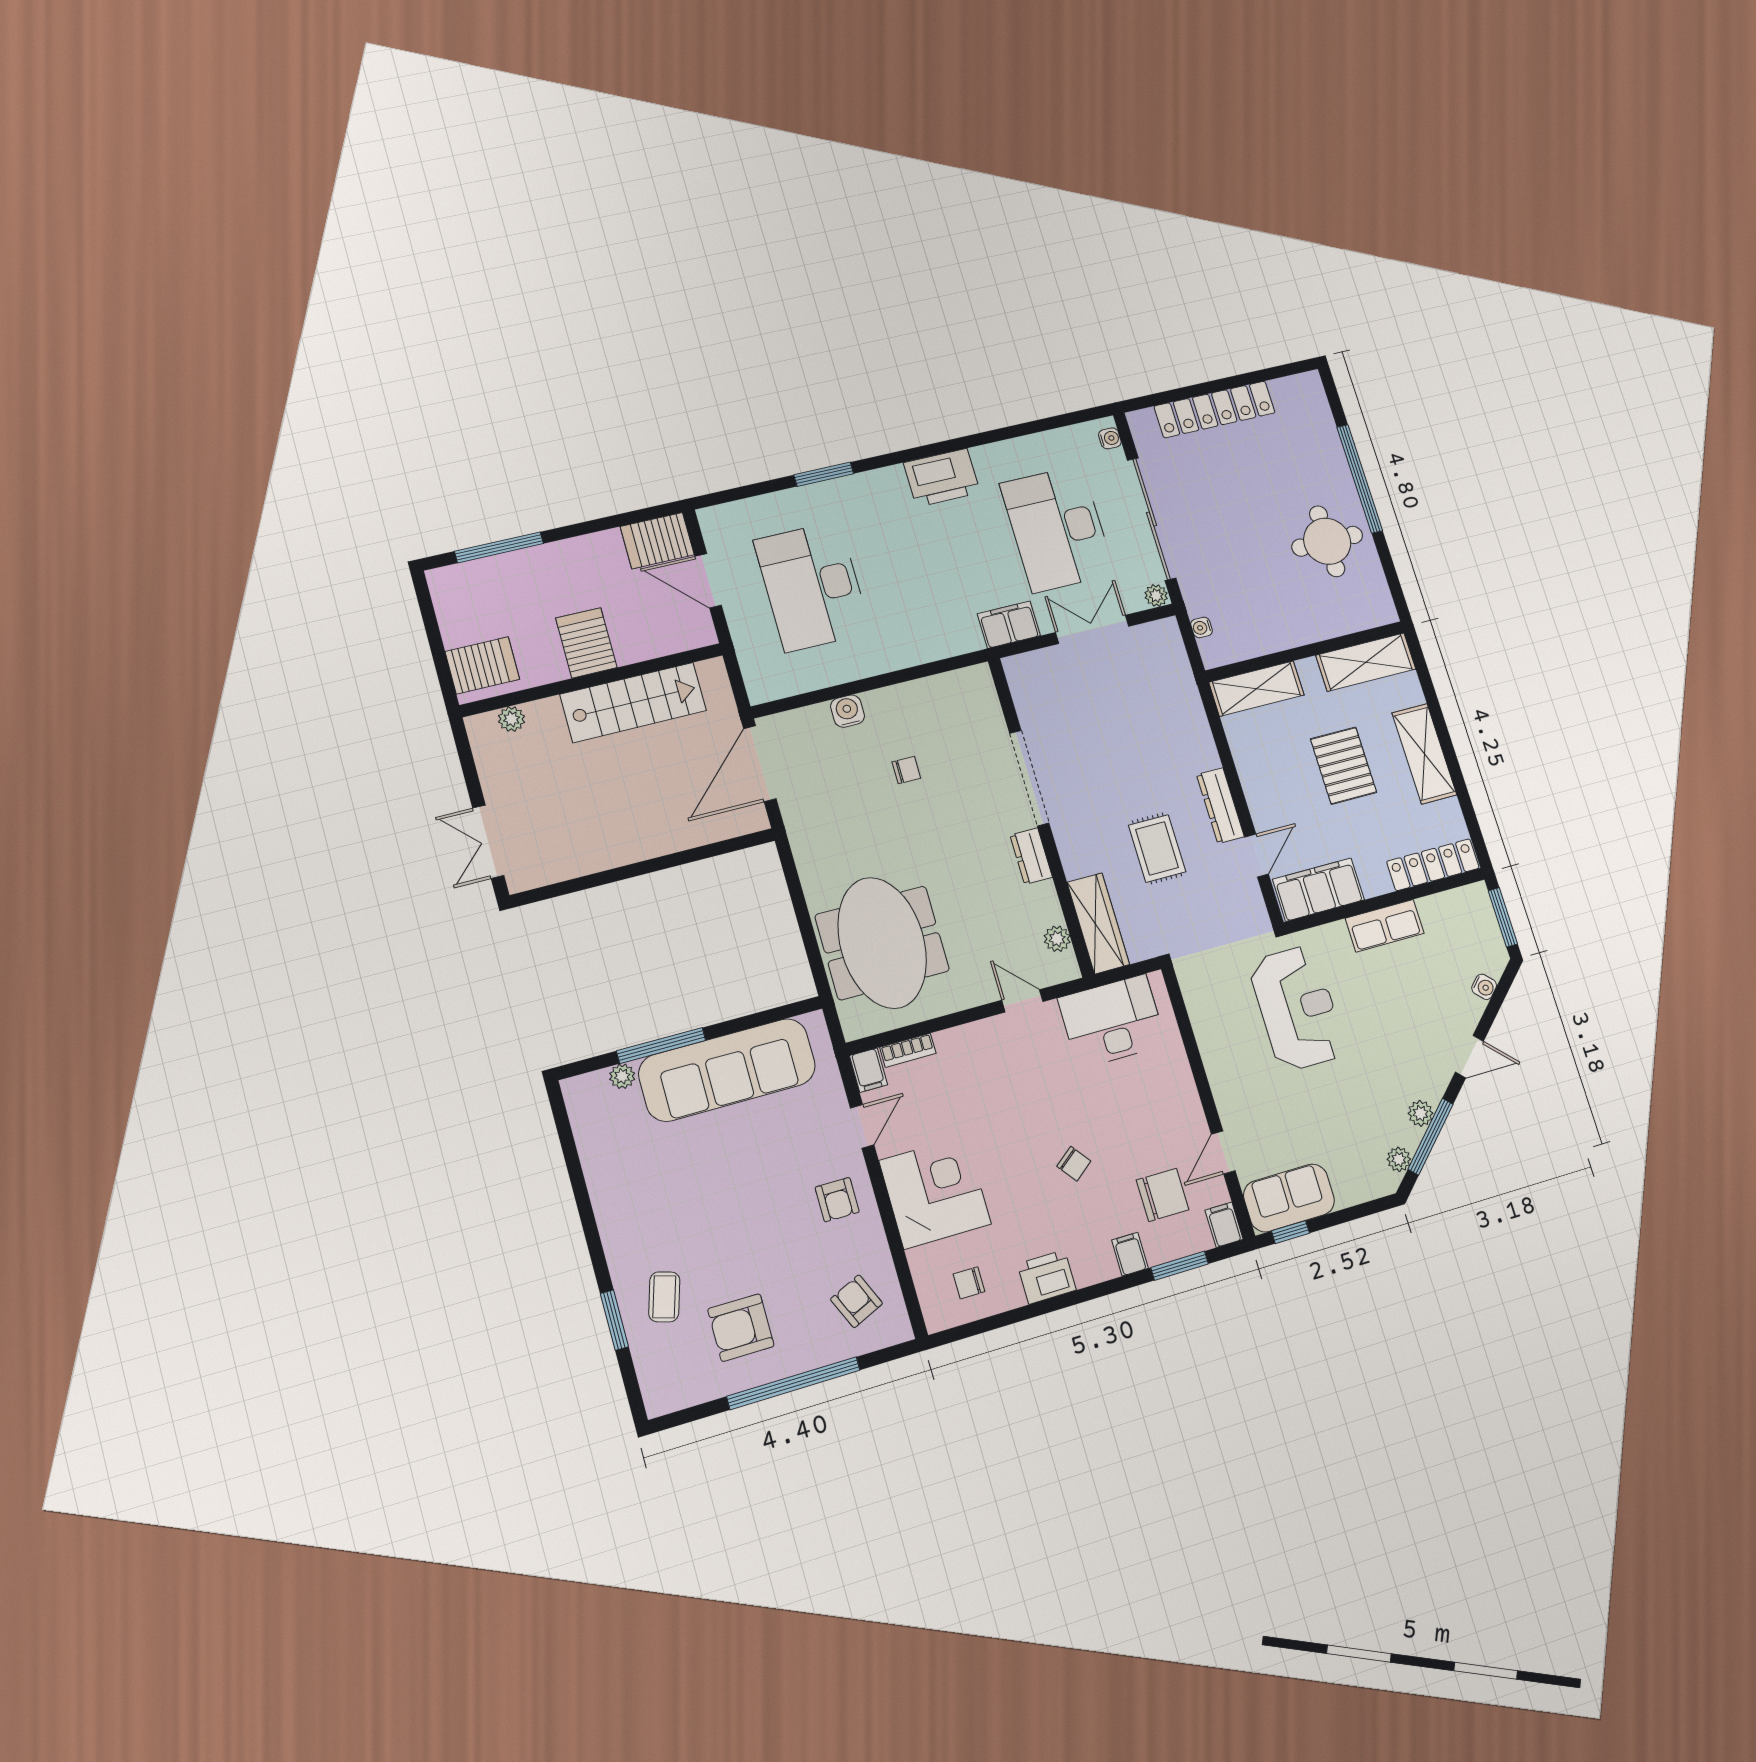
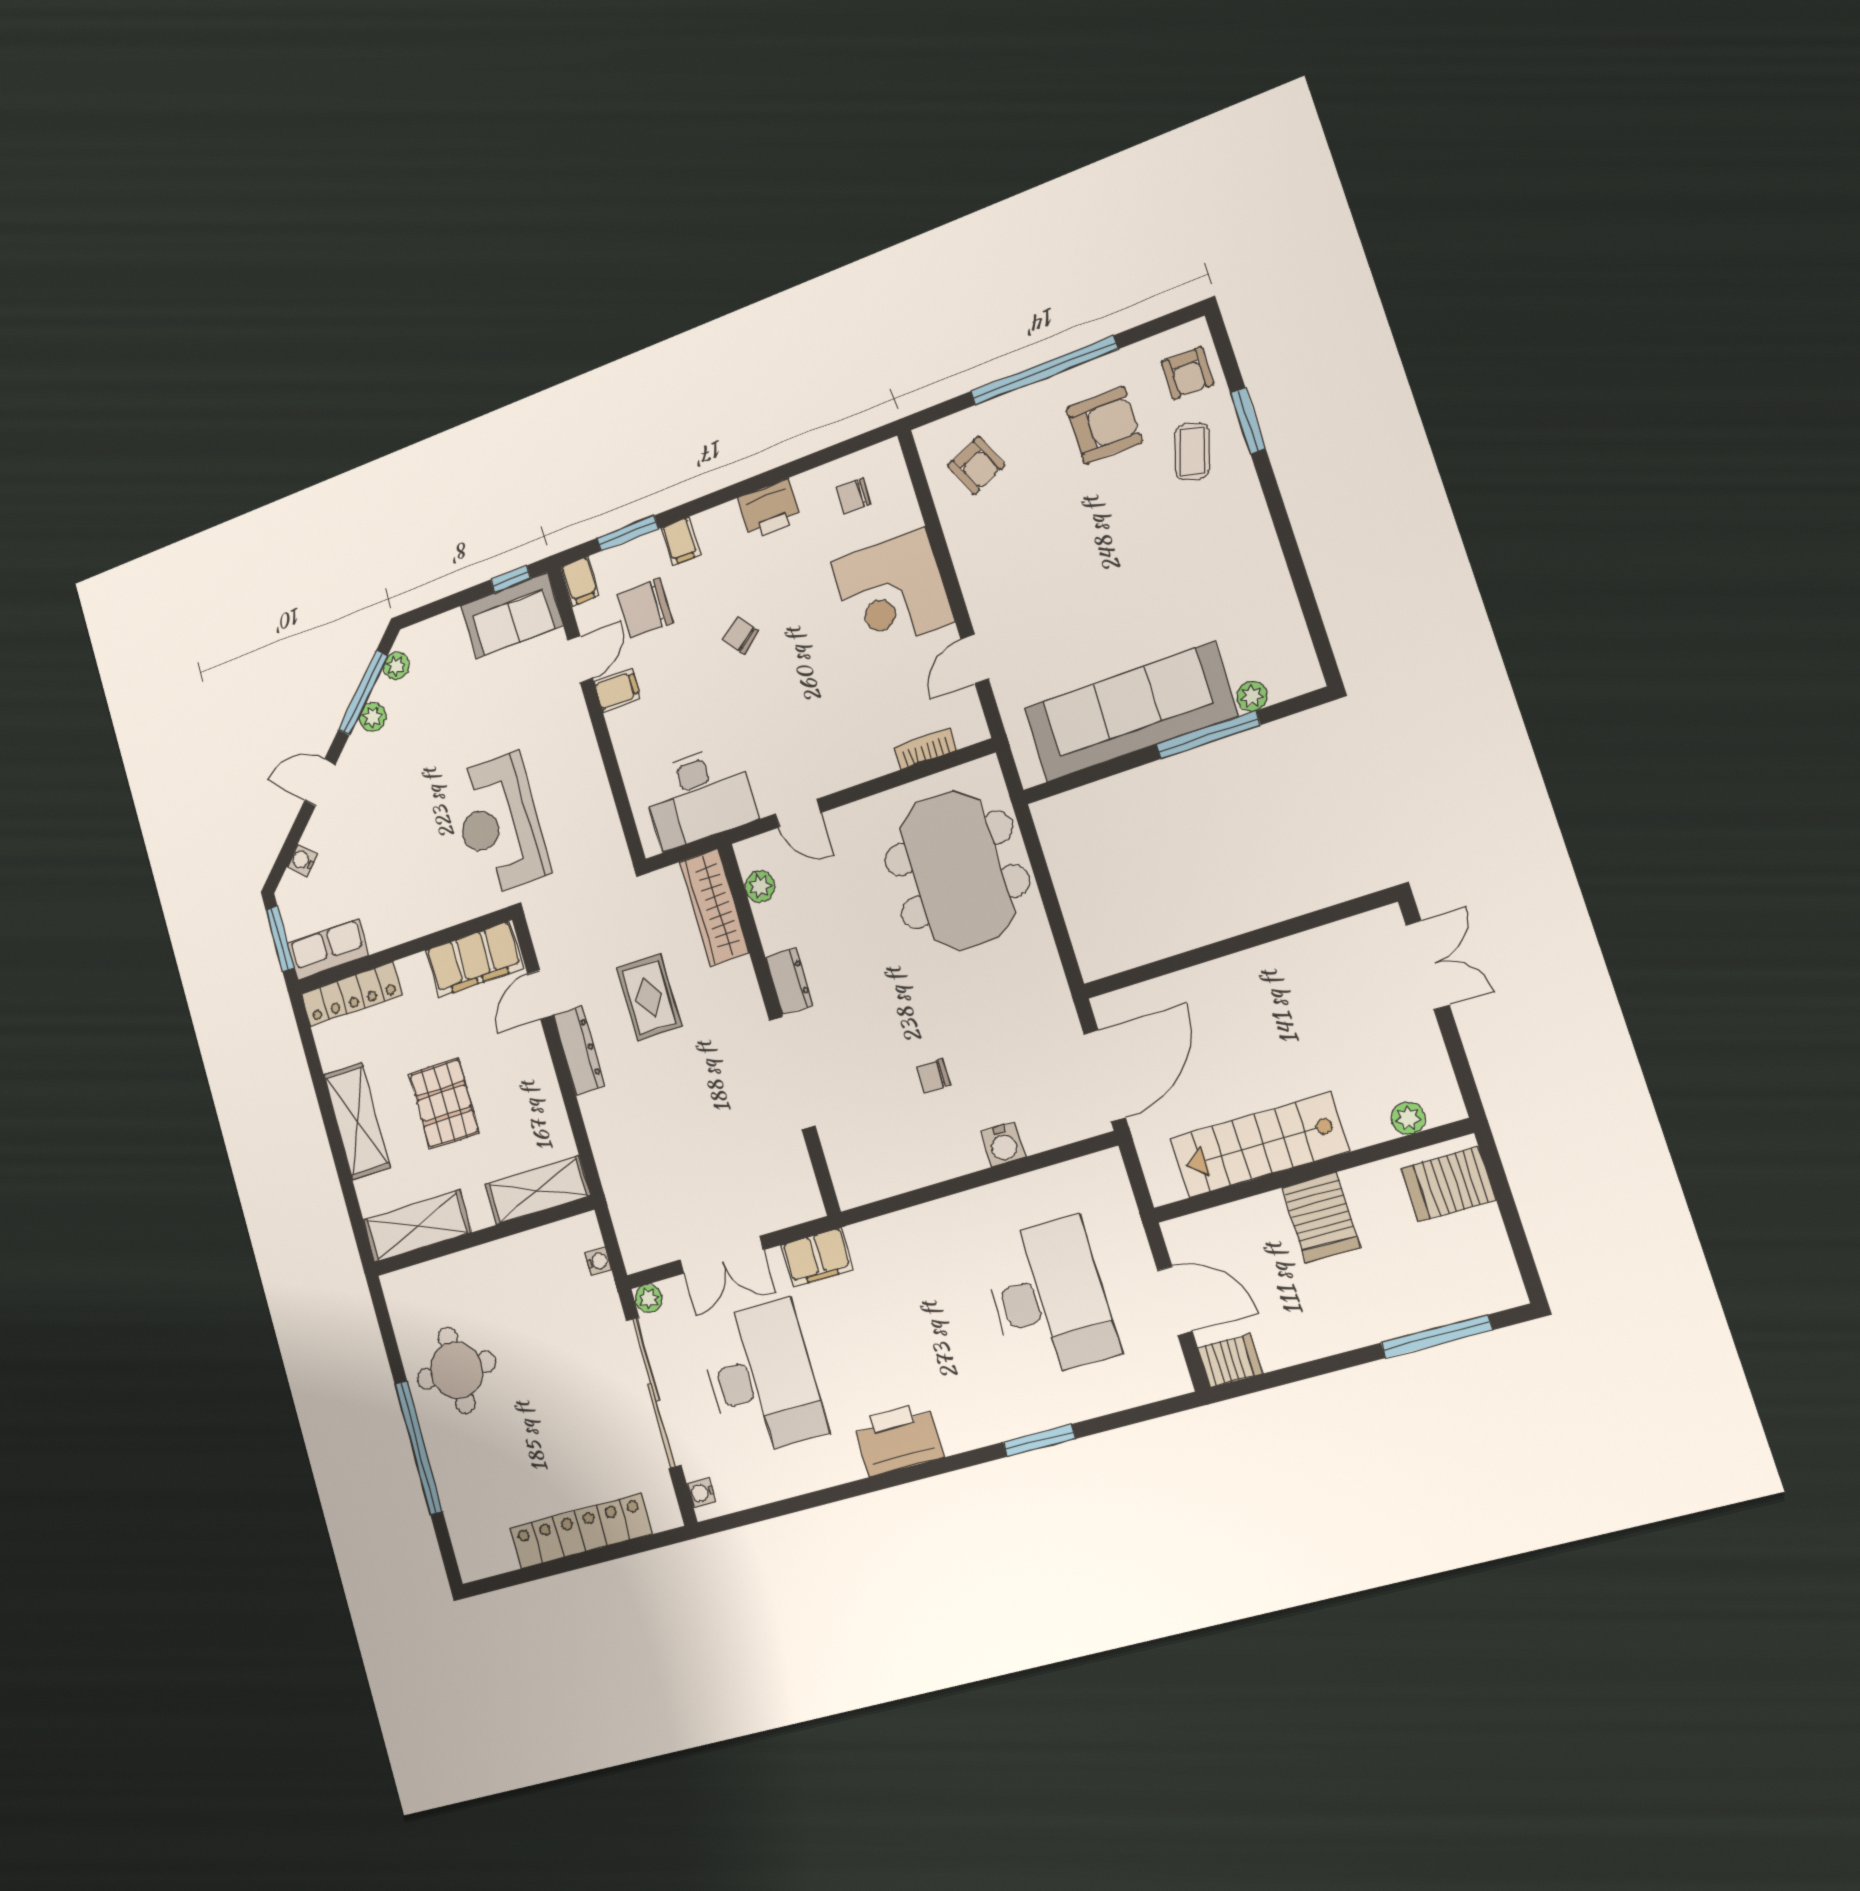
server rack: (657, 541) -> (1230, 1361), width x0.73, depth x0.70
row of seats: (1385, 926) -> (328, 949), moved
filing cabinet: (868, 1070) -> (617, 690), moved, turned 90
armchair: (837, 1200) -> (1187, 373), moved, turned 180
chair: (969, 1283) -> (853, 496), turned 180

